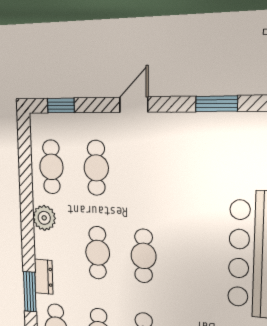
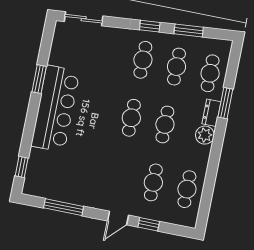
window: (216, 104) -> (64, 207), width x1.44
window: (61, 106) -> (149, 224), moved
plant: (44, 218) -> (205, 135), moved

